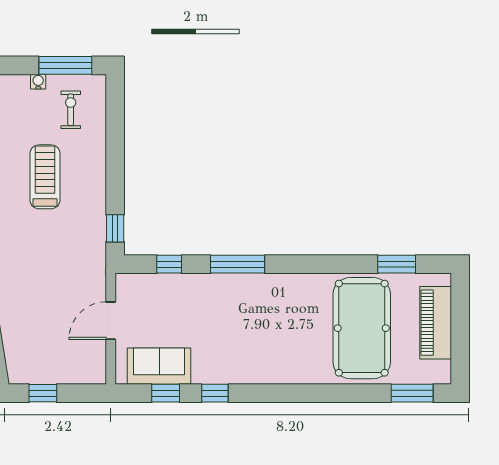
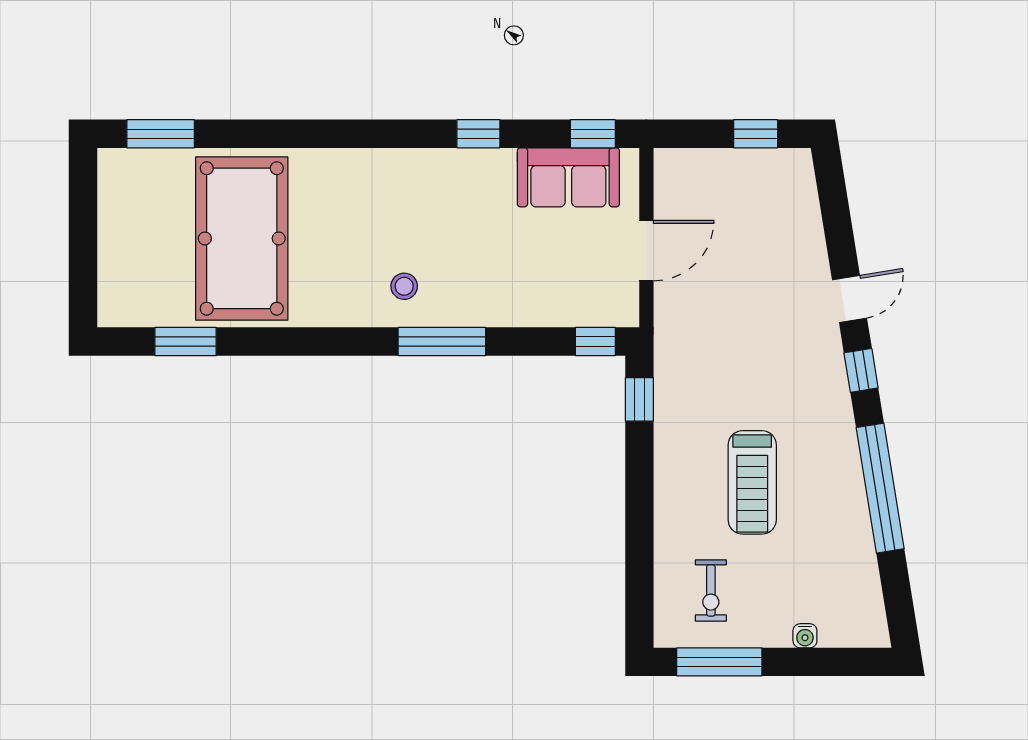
water cooler: (38, 82) -> (805, 636), moved
window: (169, 264) -> (595, 341), moved
stool: (261, 299) -> (404, 286), added
piano: (436, 323) -> (123, 247), removed
window: (166, 393) -> (593, 134), moved

